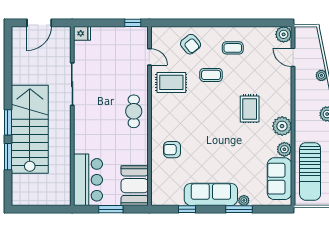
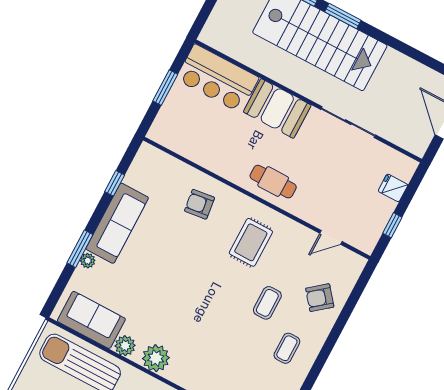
window: (133, 23) -> (392, 225), moved
fridge: (82, 33) -> (393, 188), moved, turned 90
rug: (171, 82) -> (251, 242), moved
rug: (250, 109) -> (199, 329), removed
armchair: (172, 150) -> (199, 204), turned -97
booth: (135, 186) -> (277, 108), moved

